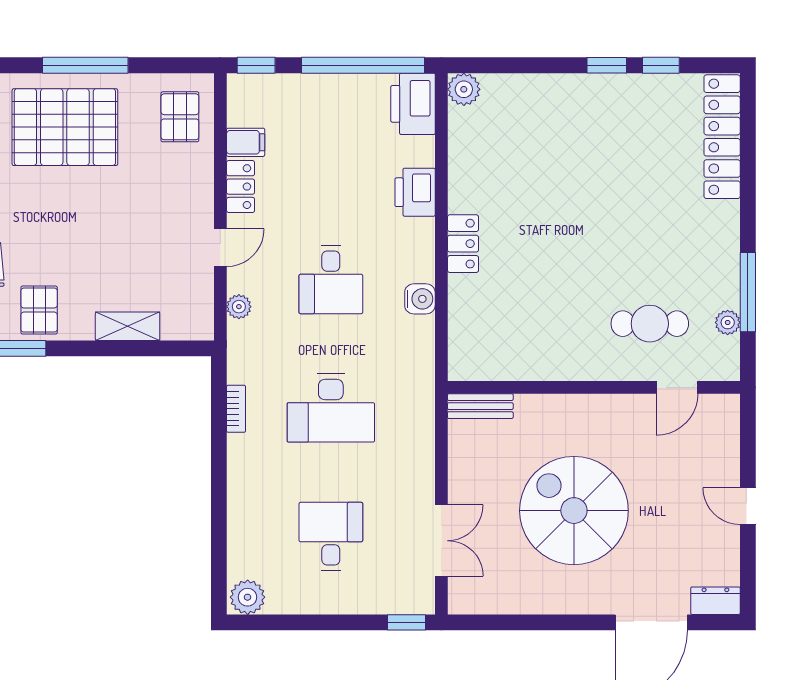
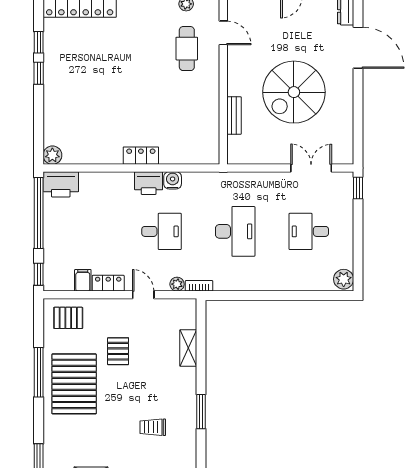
printer: (415, 192) -> (149, 183), moved
pallet: (39, 310) -> (118, 351), moved, turned 90
bench: (480, 406) -> (234, 116), moved
bookcase: (236, 409) -> (199, 286), moved

